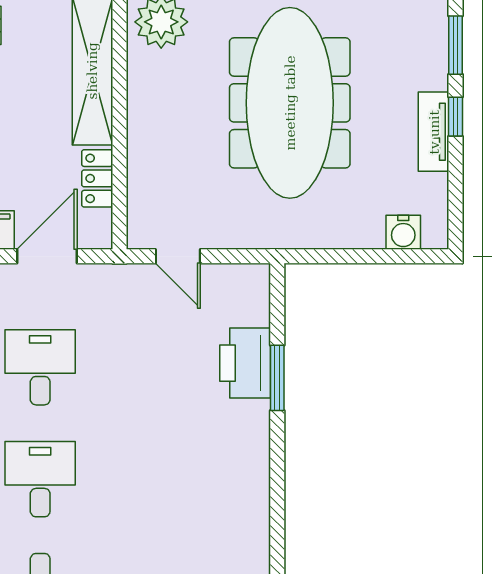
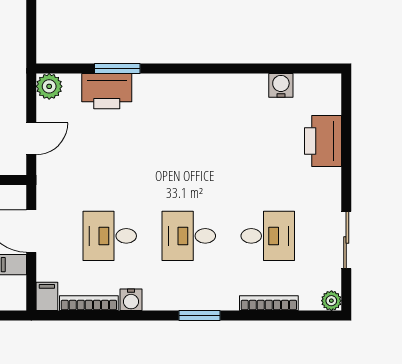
plant: (252, 282) -> (49, 86), added

